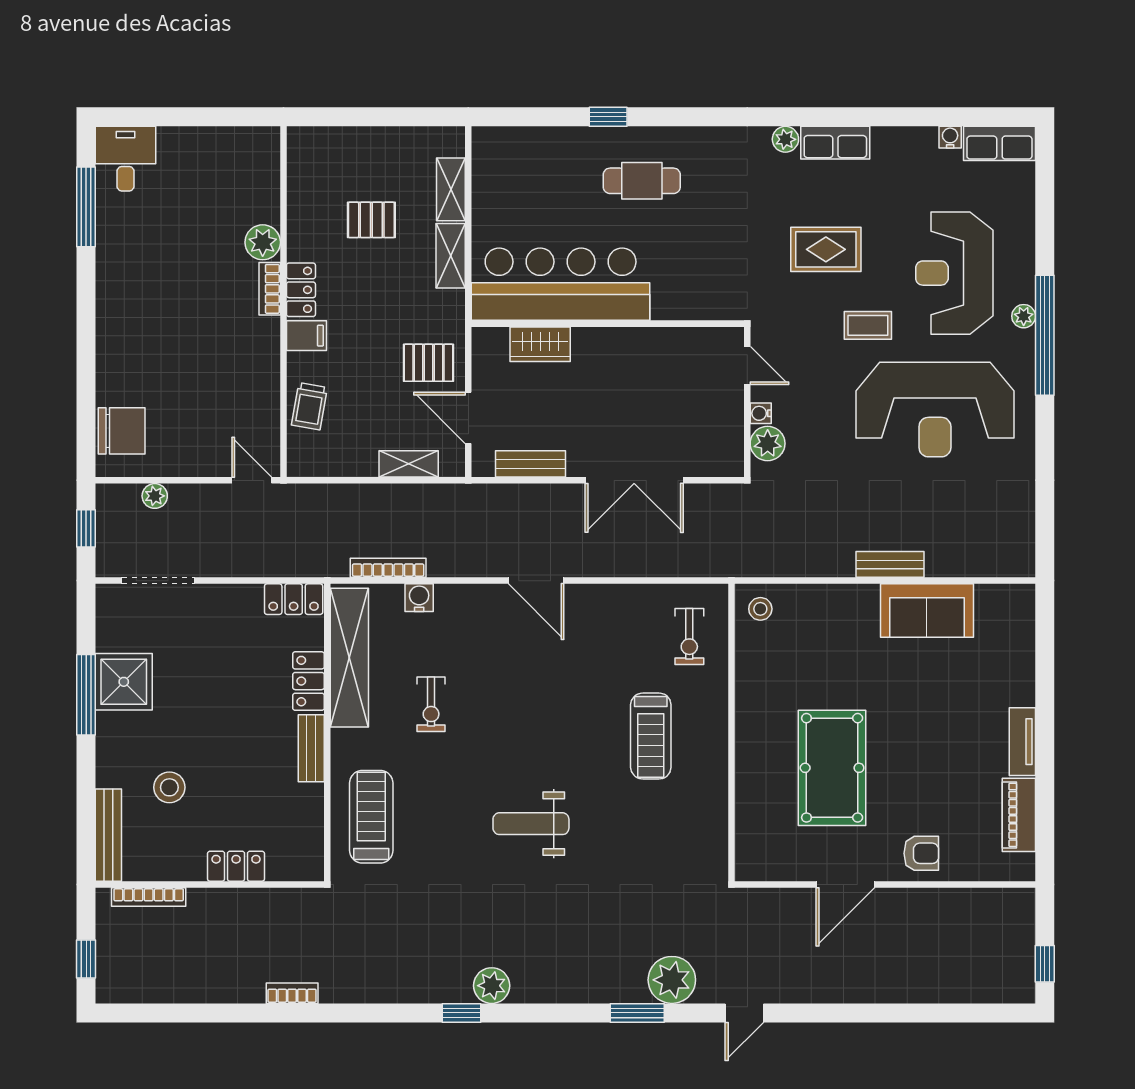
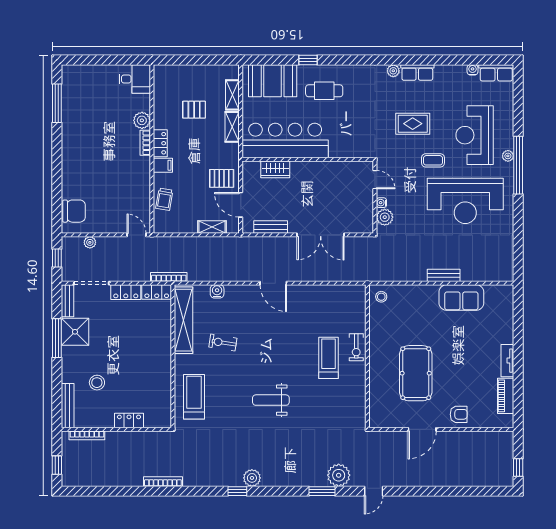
desk: (126, 159) -> (135, 79), moved, turned 90
booth: (534, 160) -> (273, 81), added
bookcase: (388, 568) -> (169, 277), moved
exercise bike: (689, 637) -> (356, 347), moved
locker: (308, 681) -> (126, 292), moved, turned -90
exercise bike: (431, 704) -> (223, 343), turned 99
treadmill: (651, 736) -> (329, 358), turned 180
bench: (311, 748) -> (68, 301), moved
bookcase: (292, 993) -> (163, 482), width x1.56

